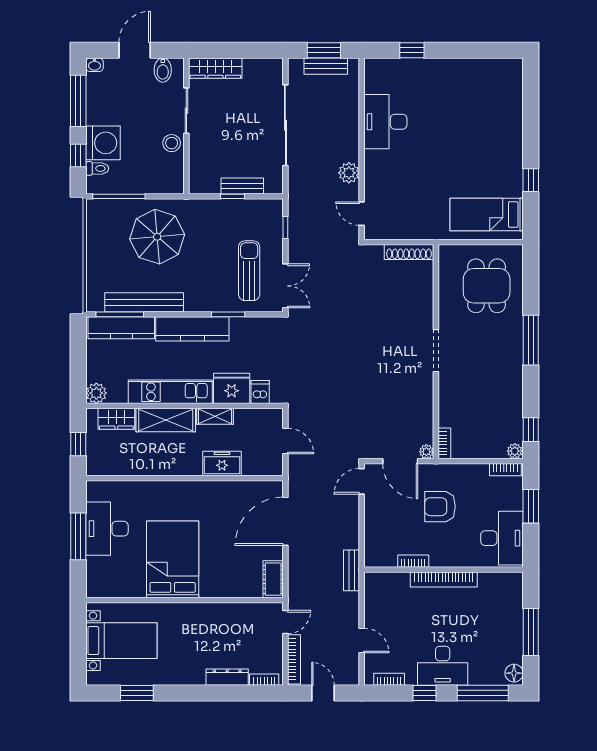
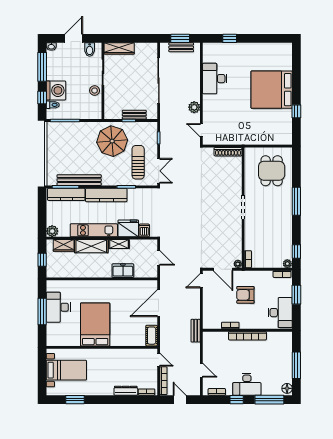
bed: (487, 214) -> (272, 90), moved, width x2.04
parasol: (157, 237) -> (112, 141), moved
door: (285, 622) -> (159, 360), hinge flipped

